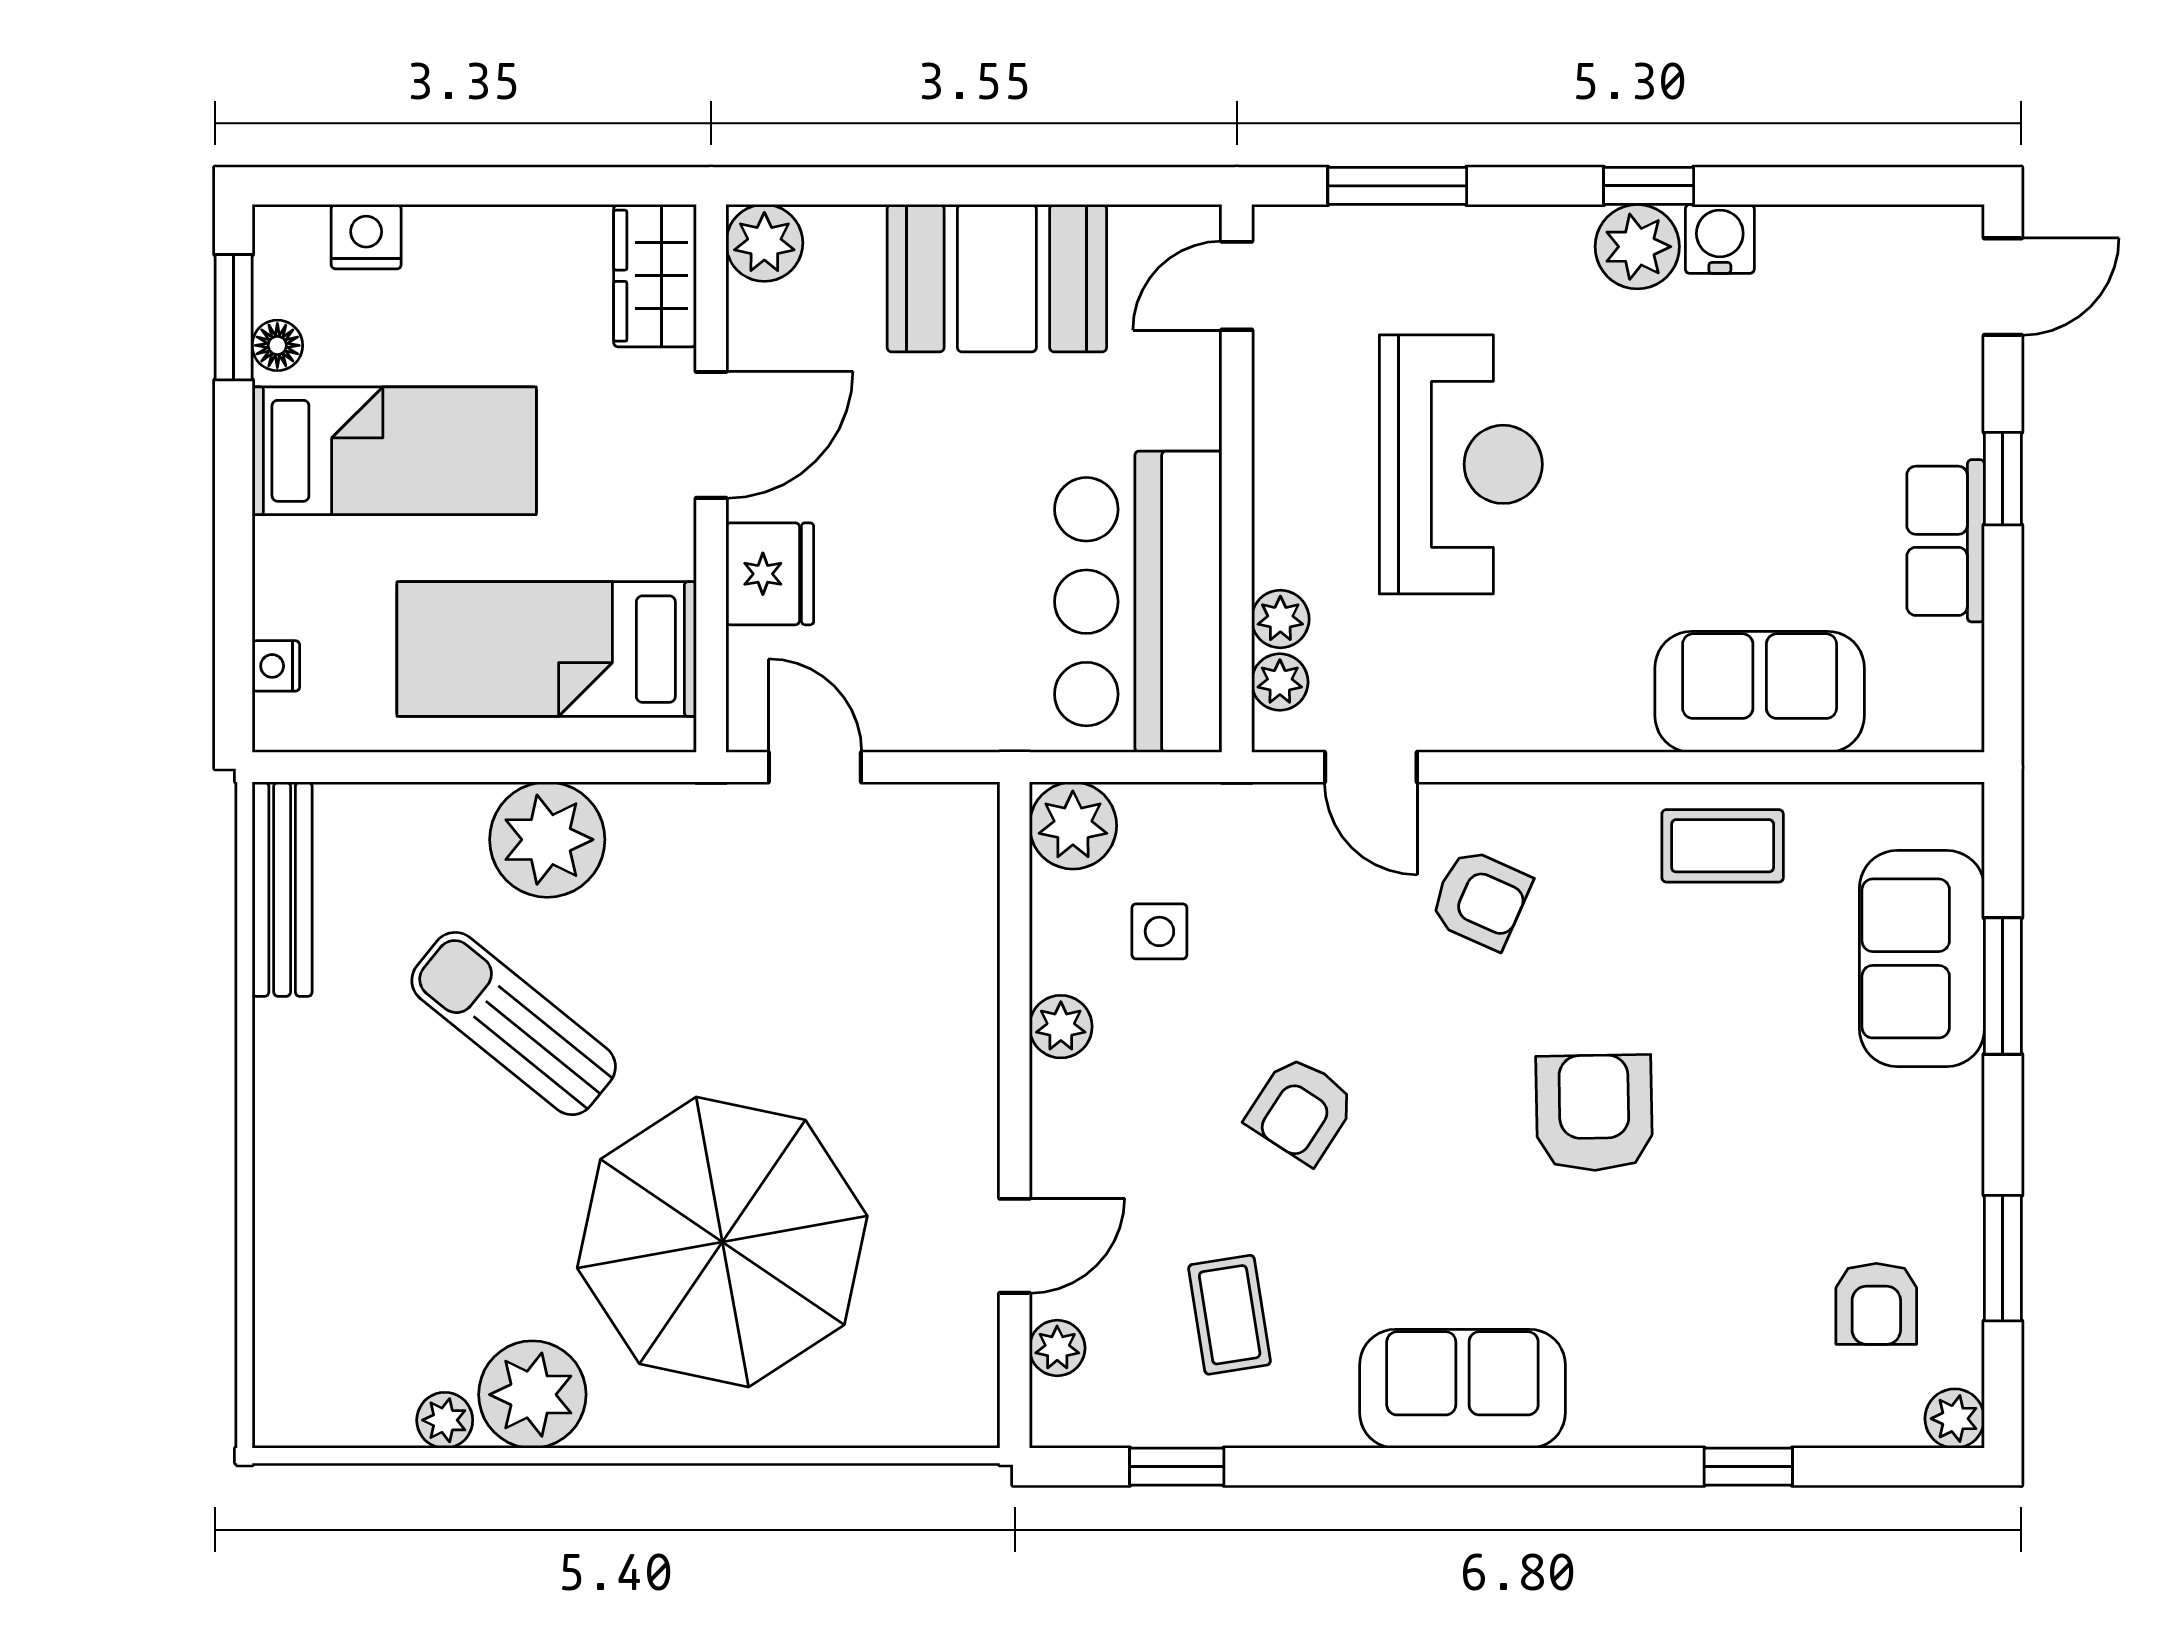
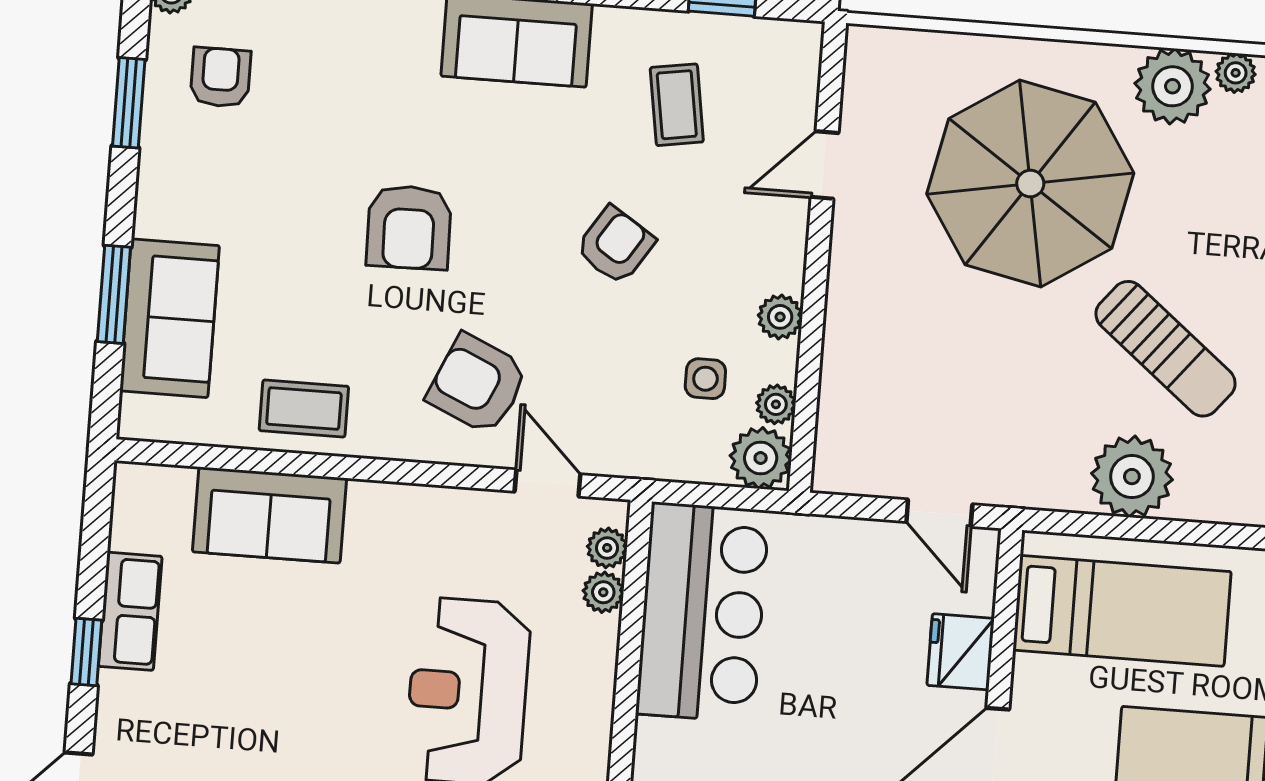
armchair: (1480, 899) -> (478, 384), width x1.38, depth x1.38
plant: (1057, 1348) -> (776, 404), moved

